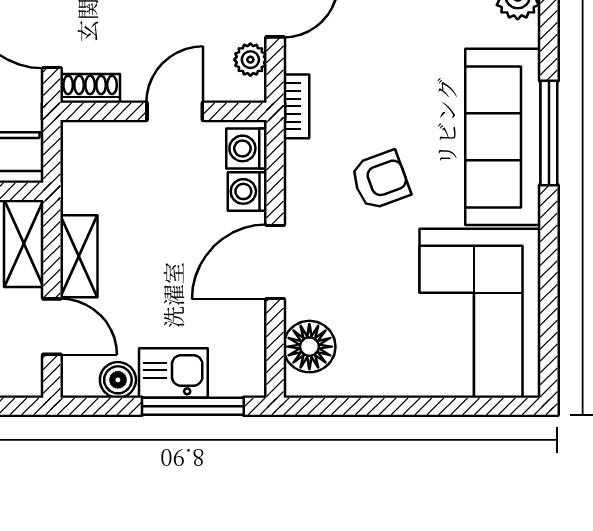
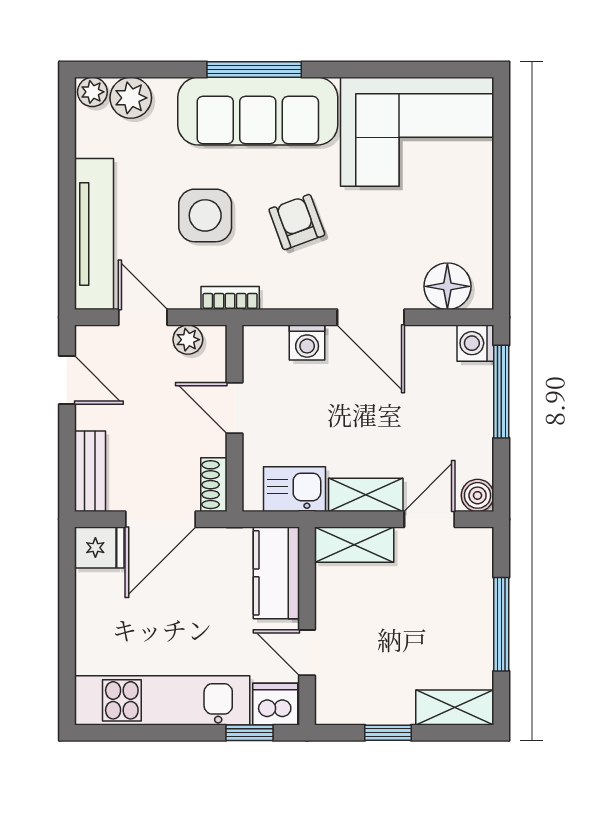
side table: (388, 79) -> (205, 215), added
washing machine: (246, 148) -> (475, 343), moved, turned 90
kitchen sink: (173, 373) -> (295, 489), moved, turned 90
boiler: (118, 380) -> (478, 495), moved

